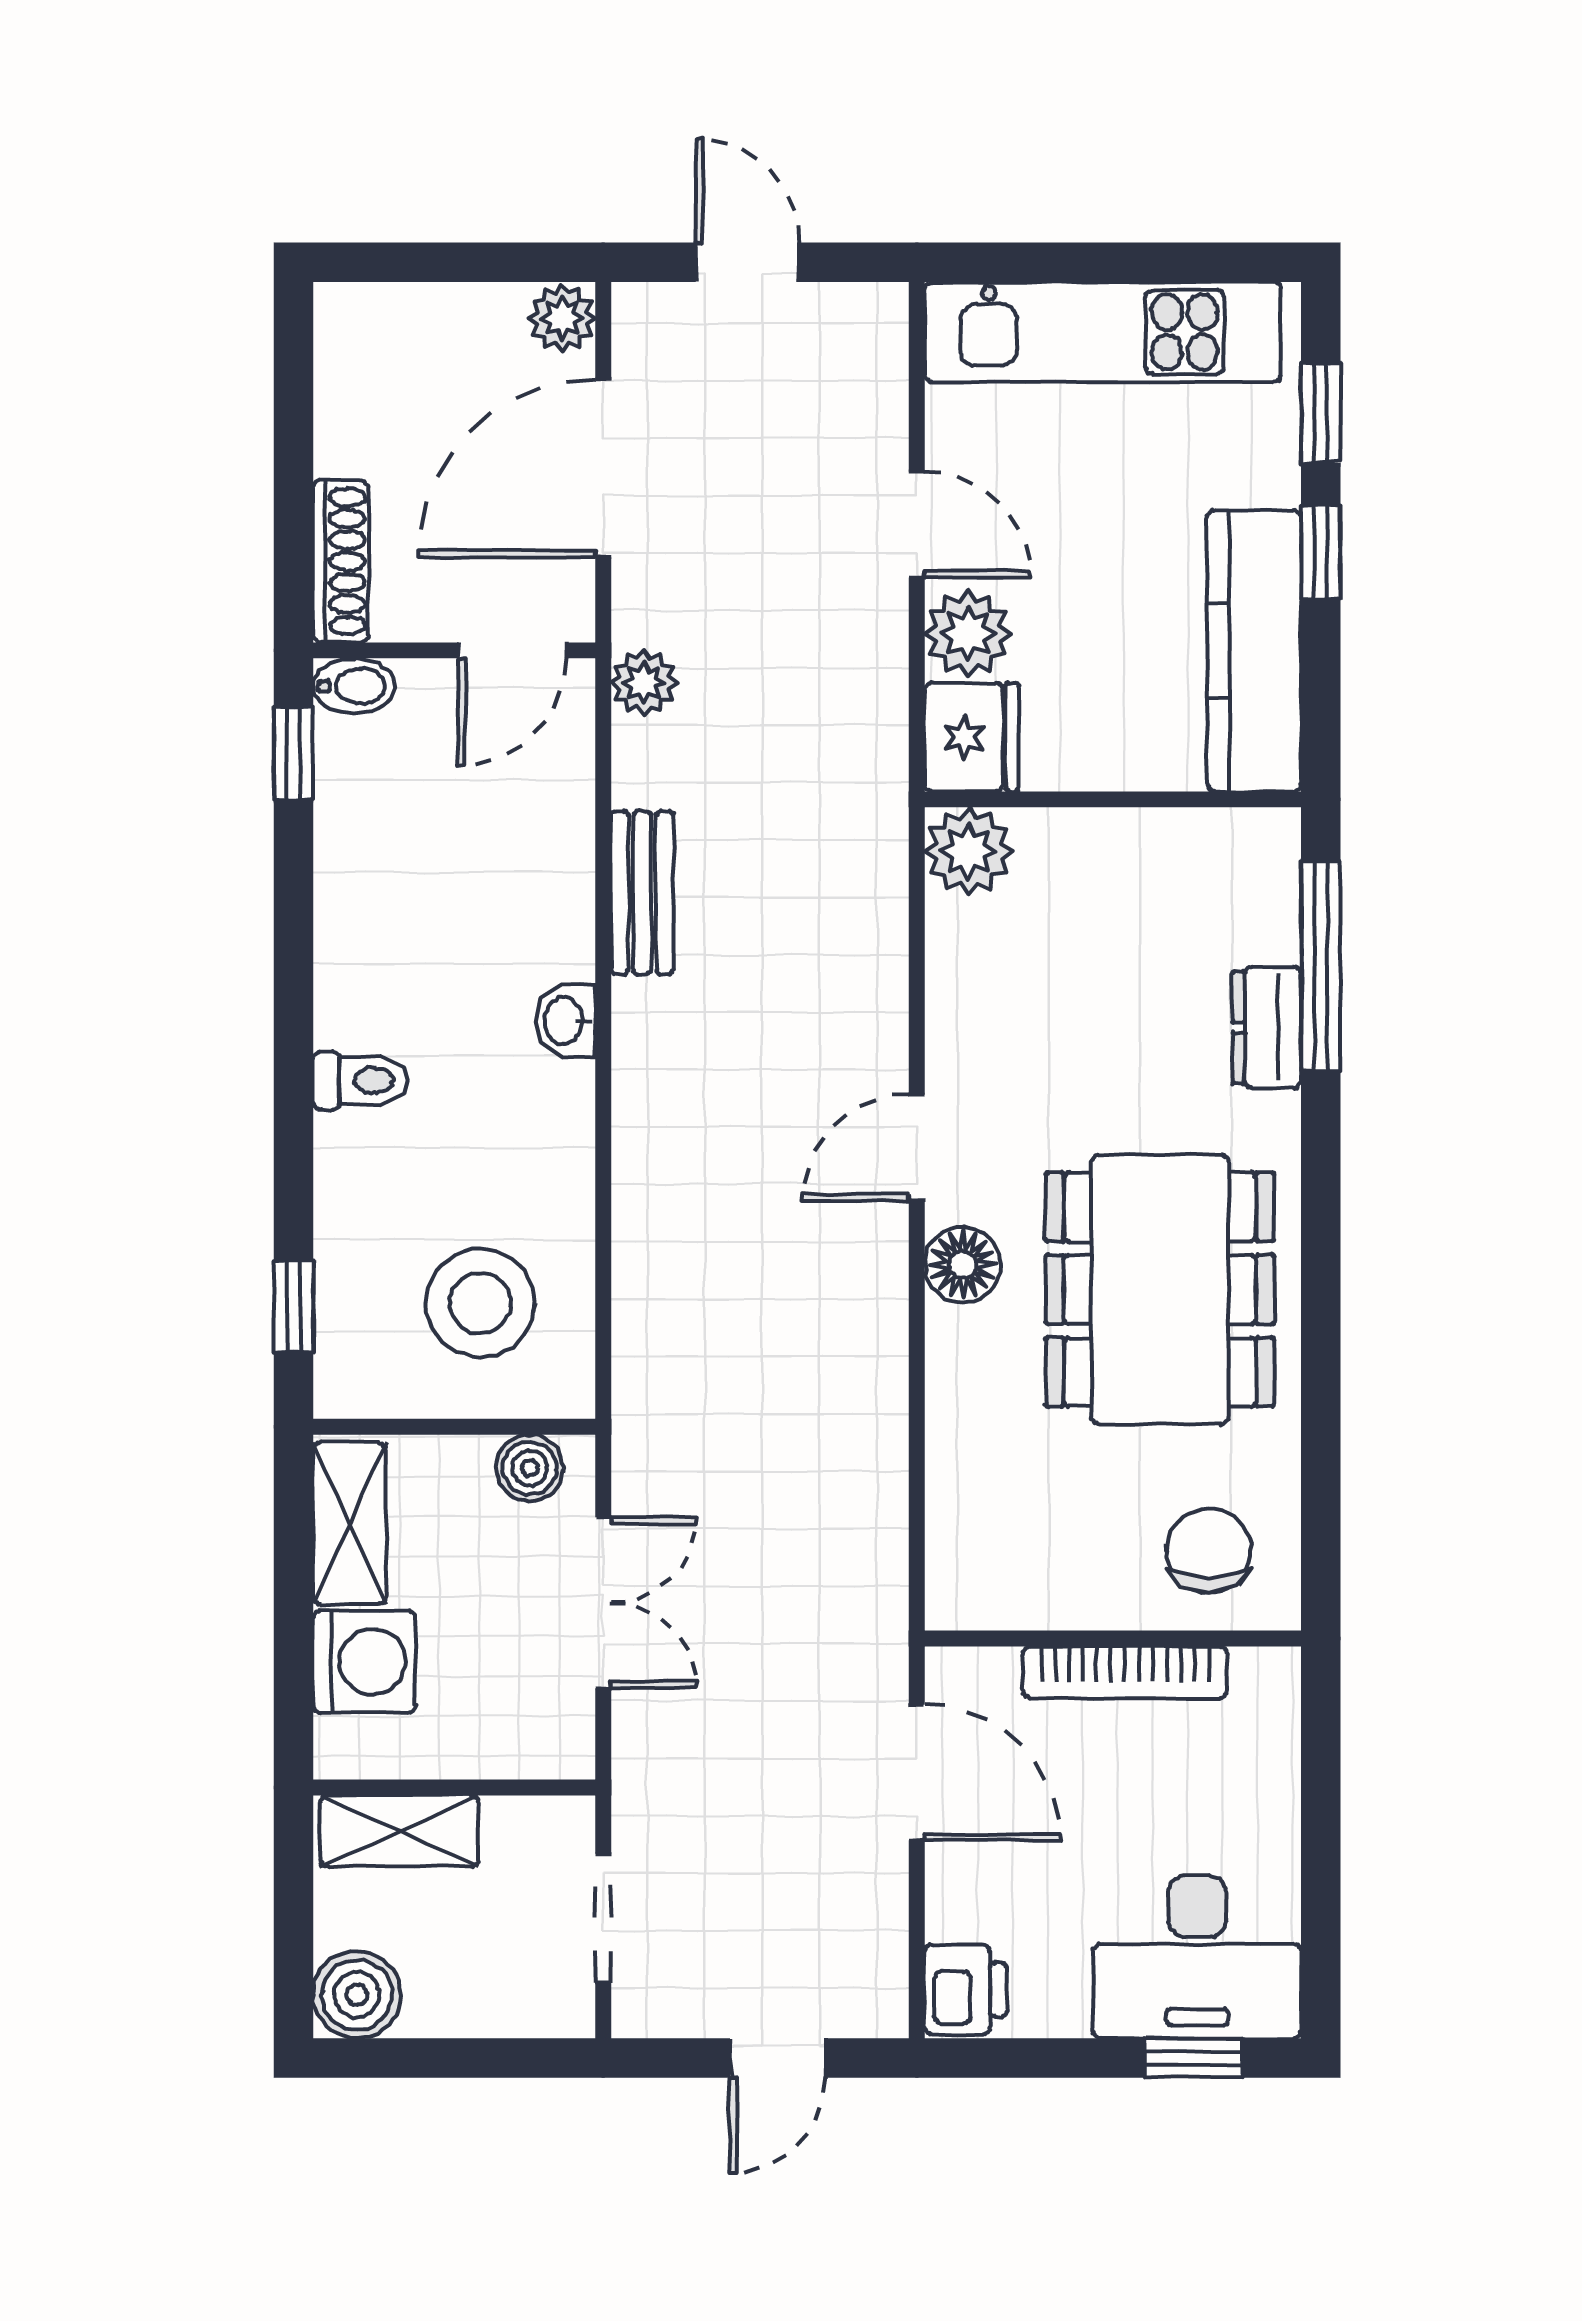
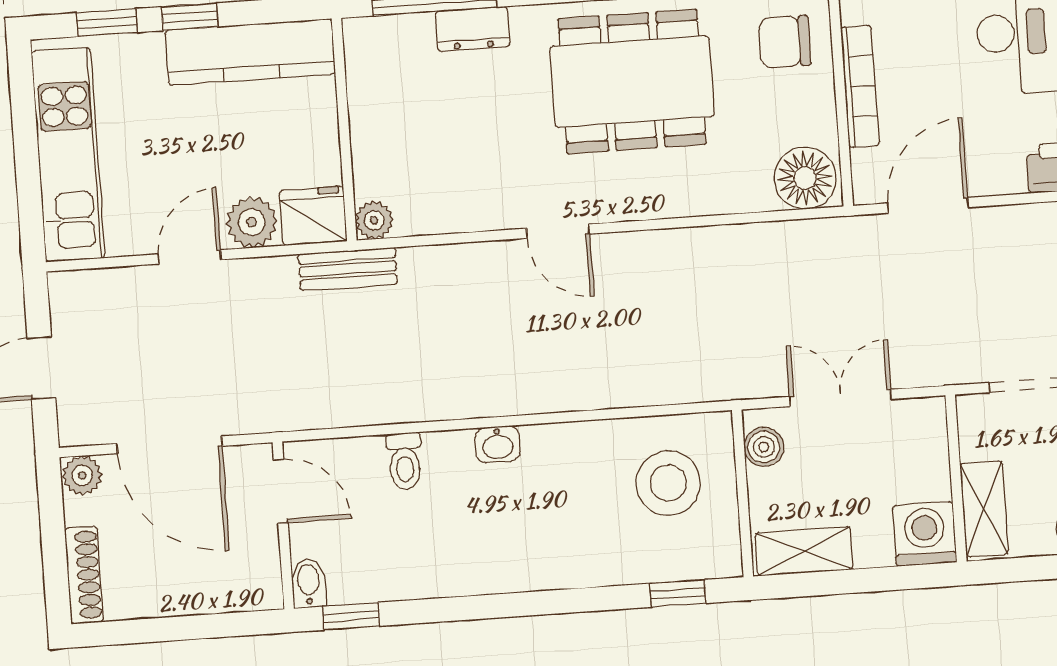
shoe rack: (341, 561) -> (84, 575), moved, turned 90
plant: (644, 682) -> (294, 412), removed
plant: (969, 851) -> (374, 220), width x0.73, depth x0.73
bench: (642, 893) -> (348, 269), moved
toilet: (361, 1080) -> (405, 461), moved, turned 180
floor lamp: (963, 1265) -> (805, 178), moved, width x1.38, depth x1.38
washing machine: (364, 1662) -> (925, 534), moved

